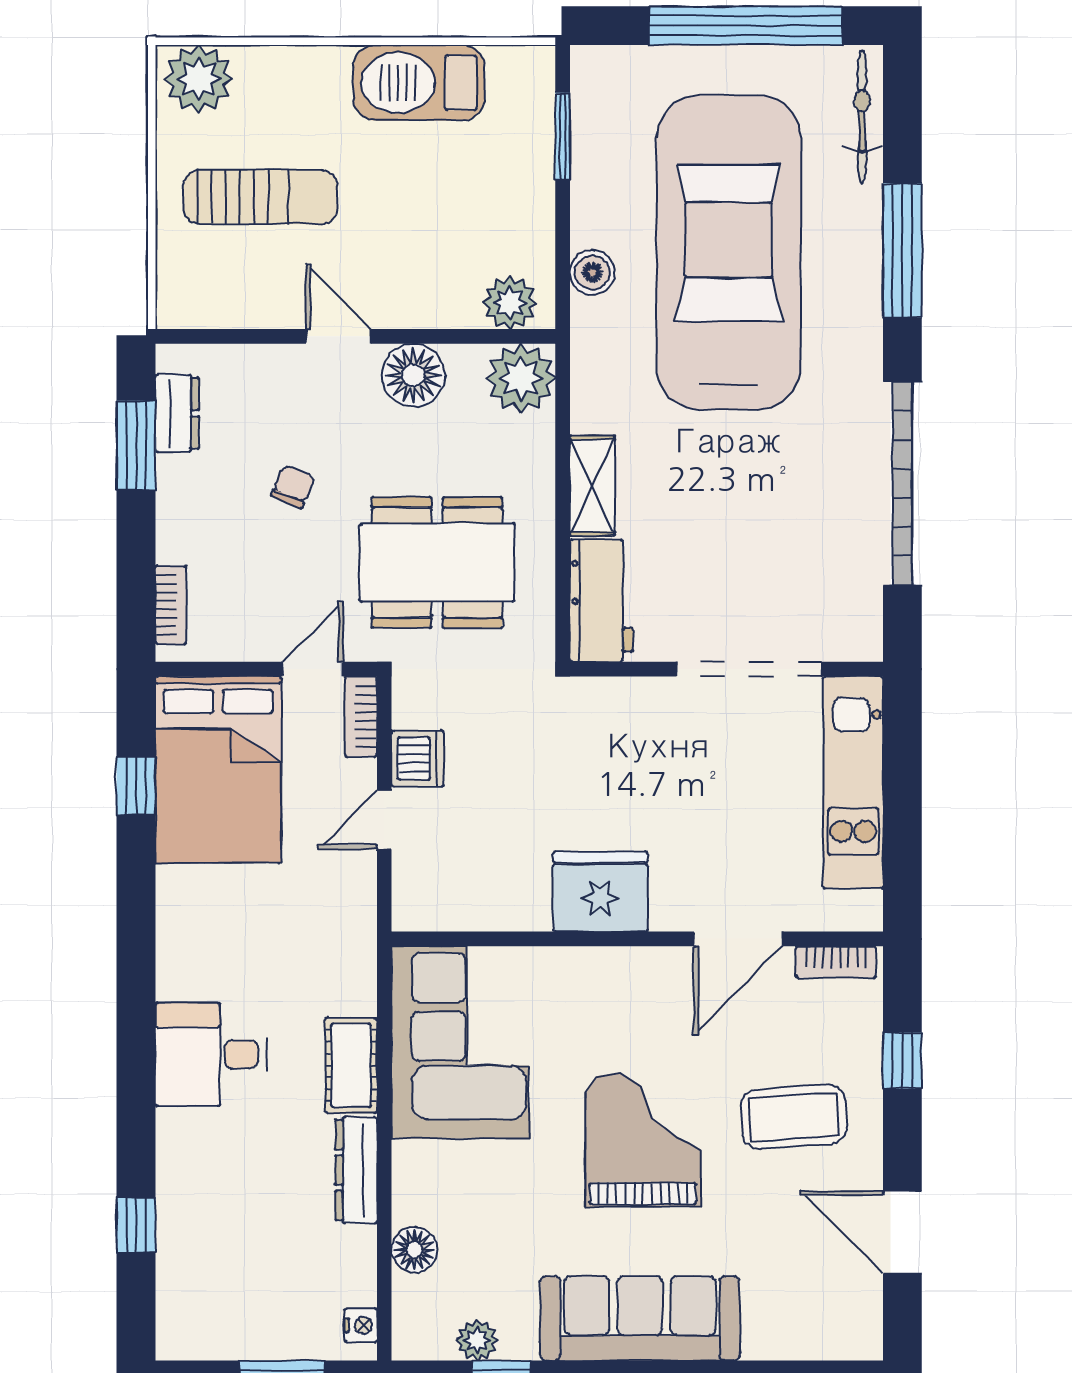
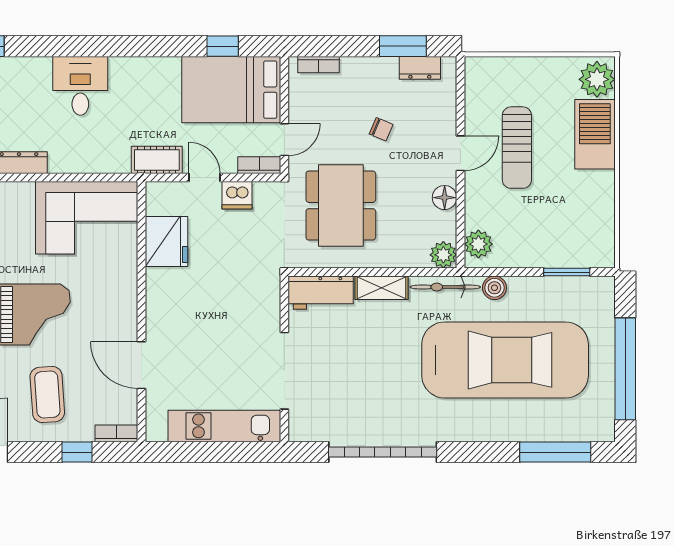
barbecue: (419, 83) -> (595, 134), moved
bicycle: (862, 117) -> (445, 287), moved, turned 180
sun lounger: (260, 197) -> (517, 148), moved
window: (902, 250) -> (555, 452), moved
floor lamp: (413, 375) -> (445, 198), width x0.73, depth x0.73
plant: (521, 378) -> (443, 255), width x0.73, depth x0.73
door: (313, 669) -> (284, 140), hinge flipped
fridge: (600, 892) -> (166, 241), moved
bookcase: (836, 962) -> (116, 433), moved, turned 90
cot: (351, 1065) -> (157, 160), moved

